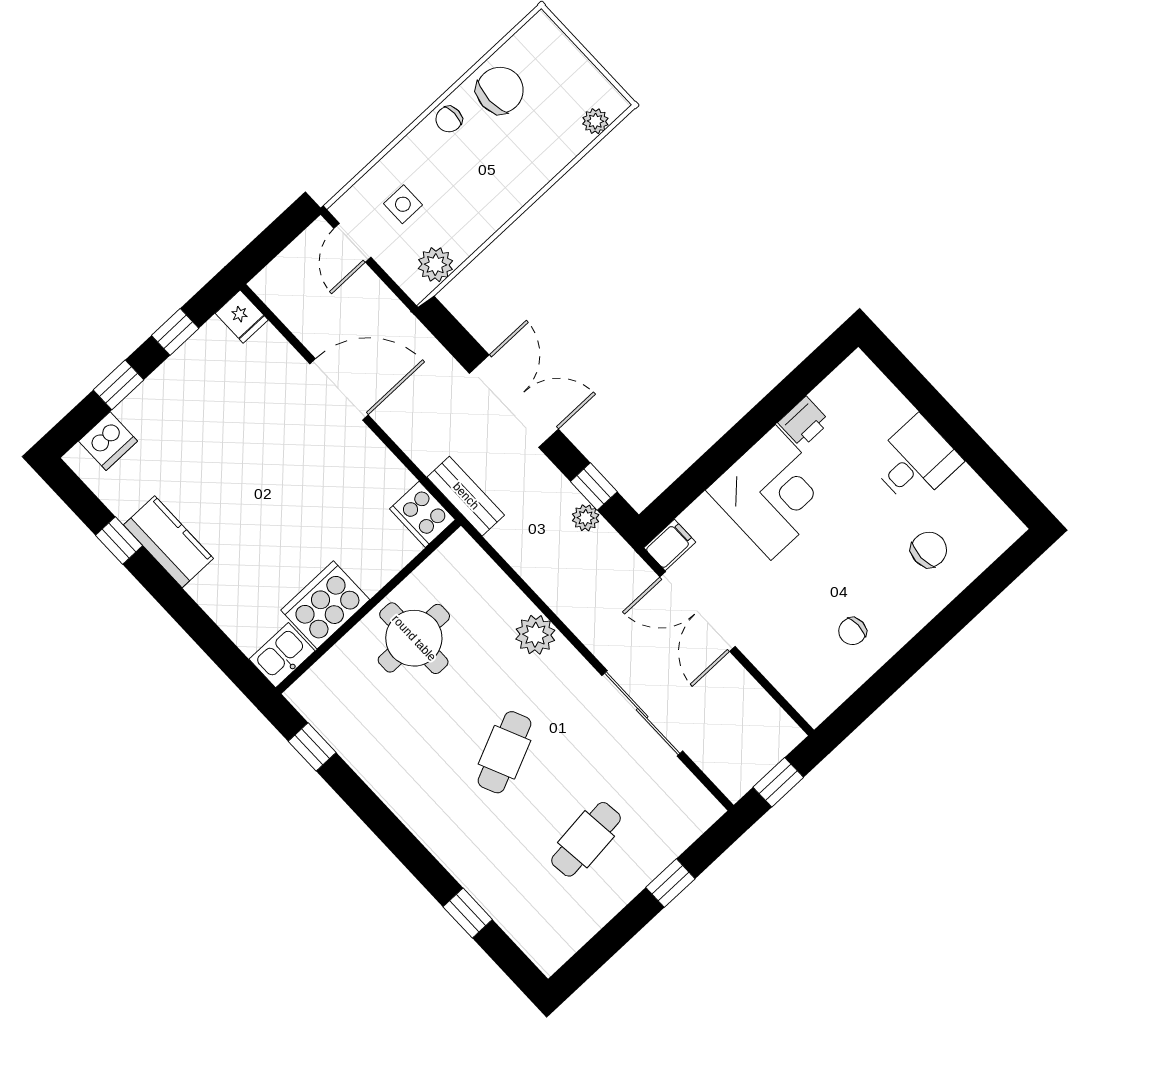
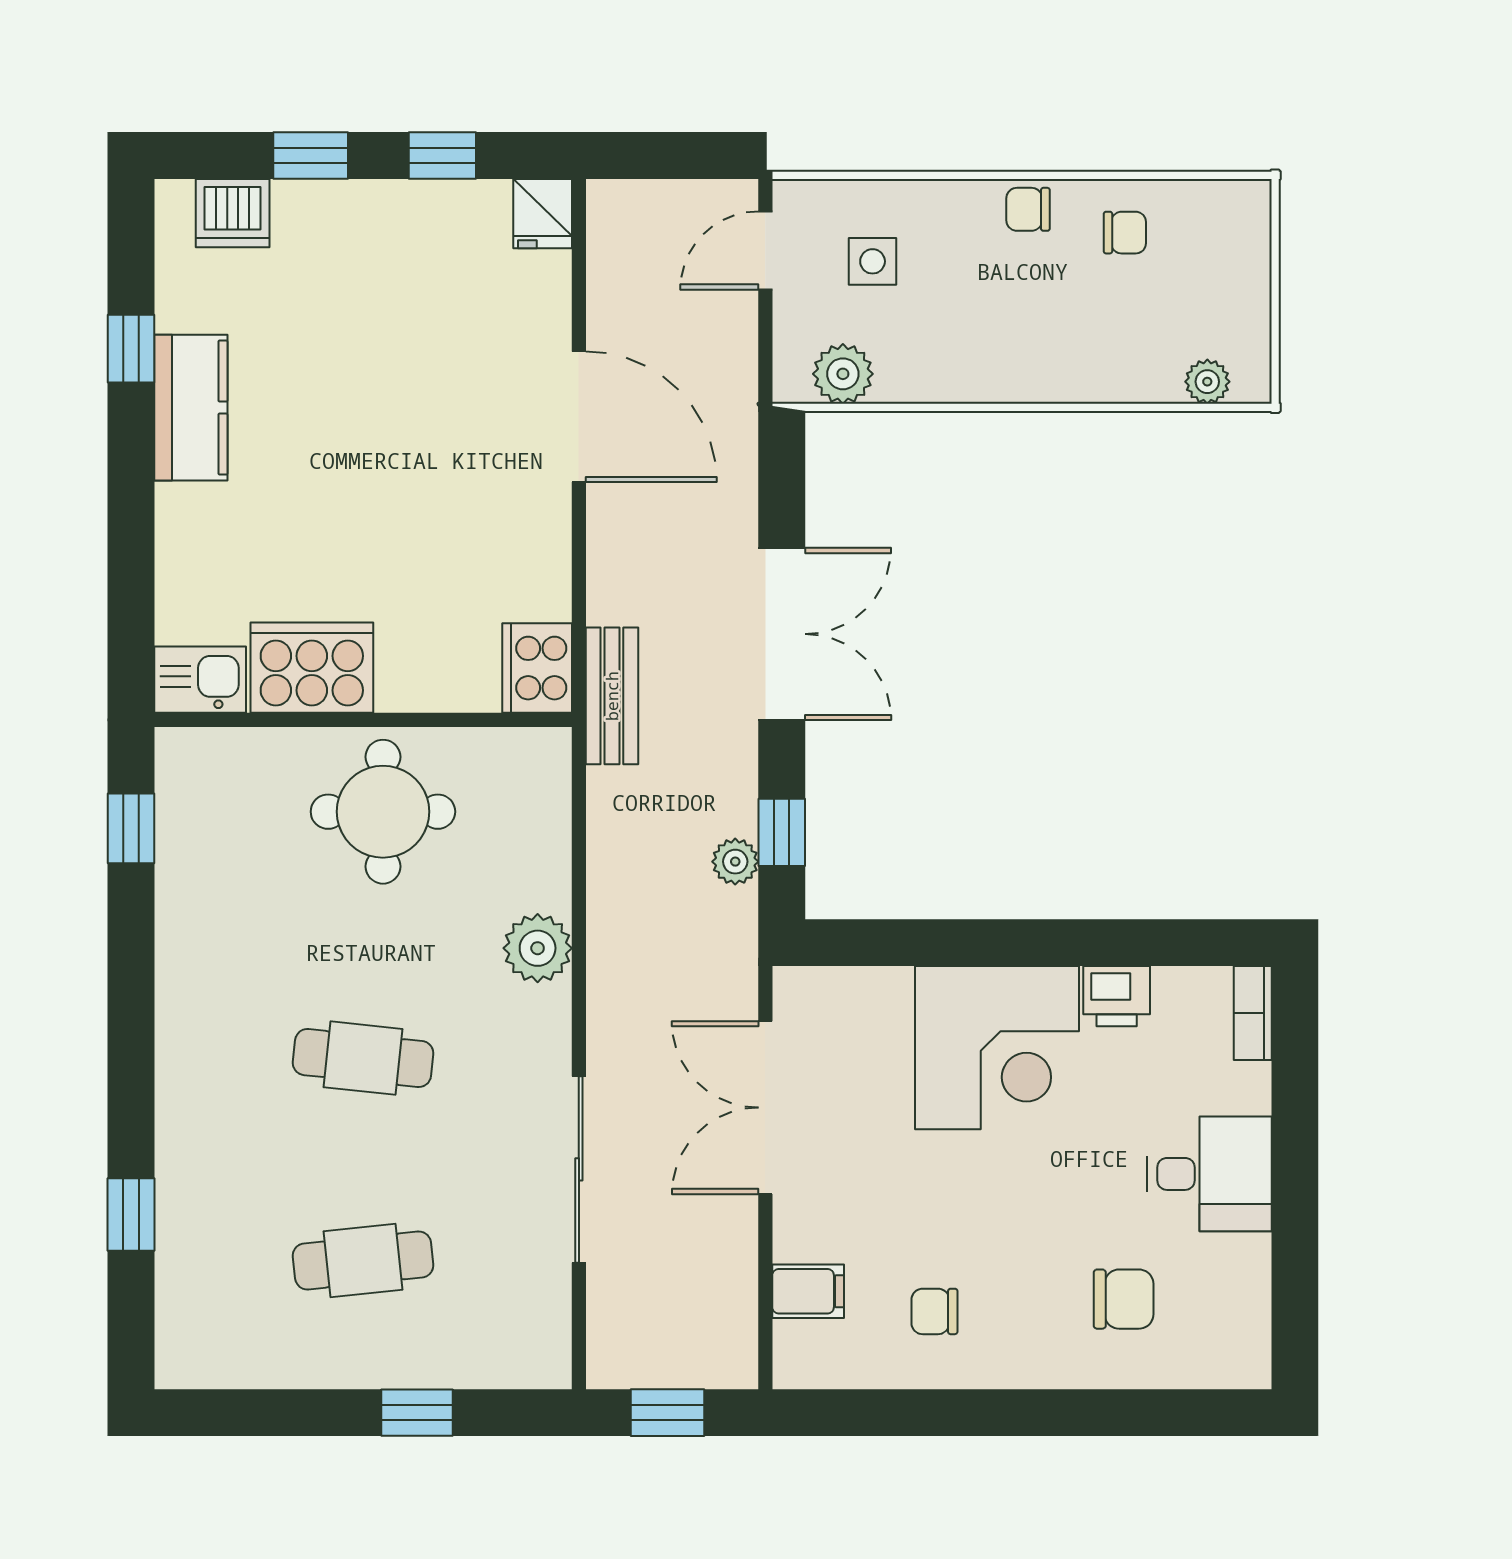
chair: (500, 90) -> (1125, 233), width x0.54, depth x0.54
bookcase: (869, 375) -> (1253, 1013), added
filing cabinet: (670, 545) -> (808, 1291), moved
cafe table: (504, 752) -> (363, 1058), turned 30

